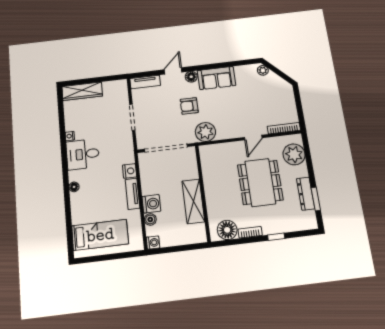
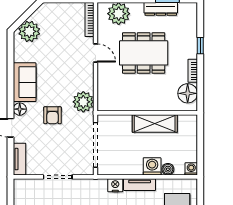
plant: (263, 70) -> (29, 31), width x1.88, depth x1.88

